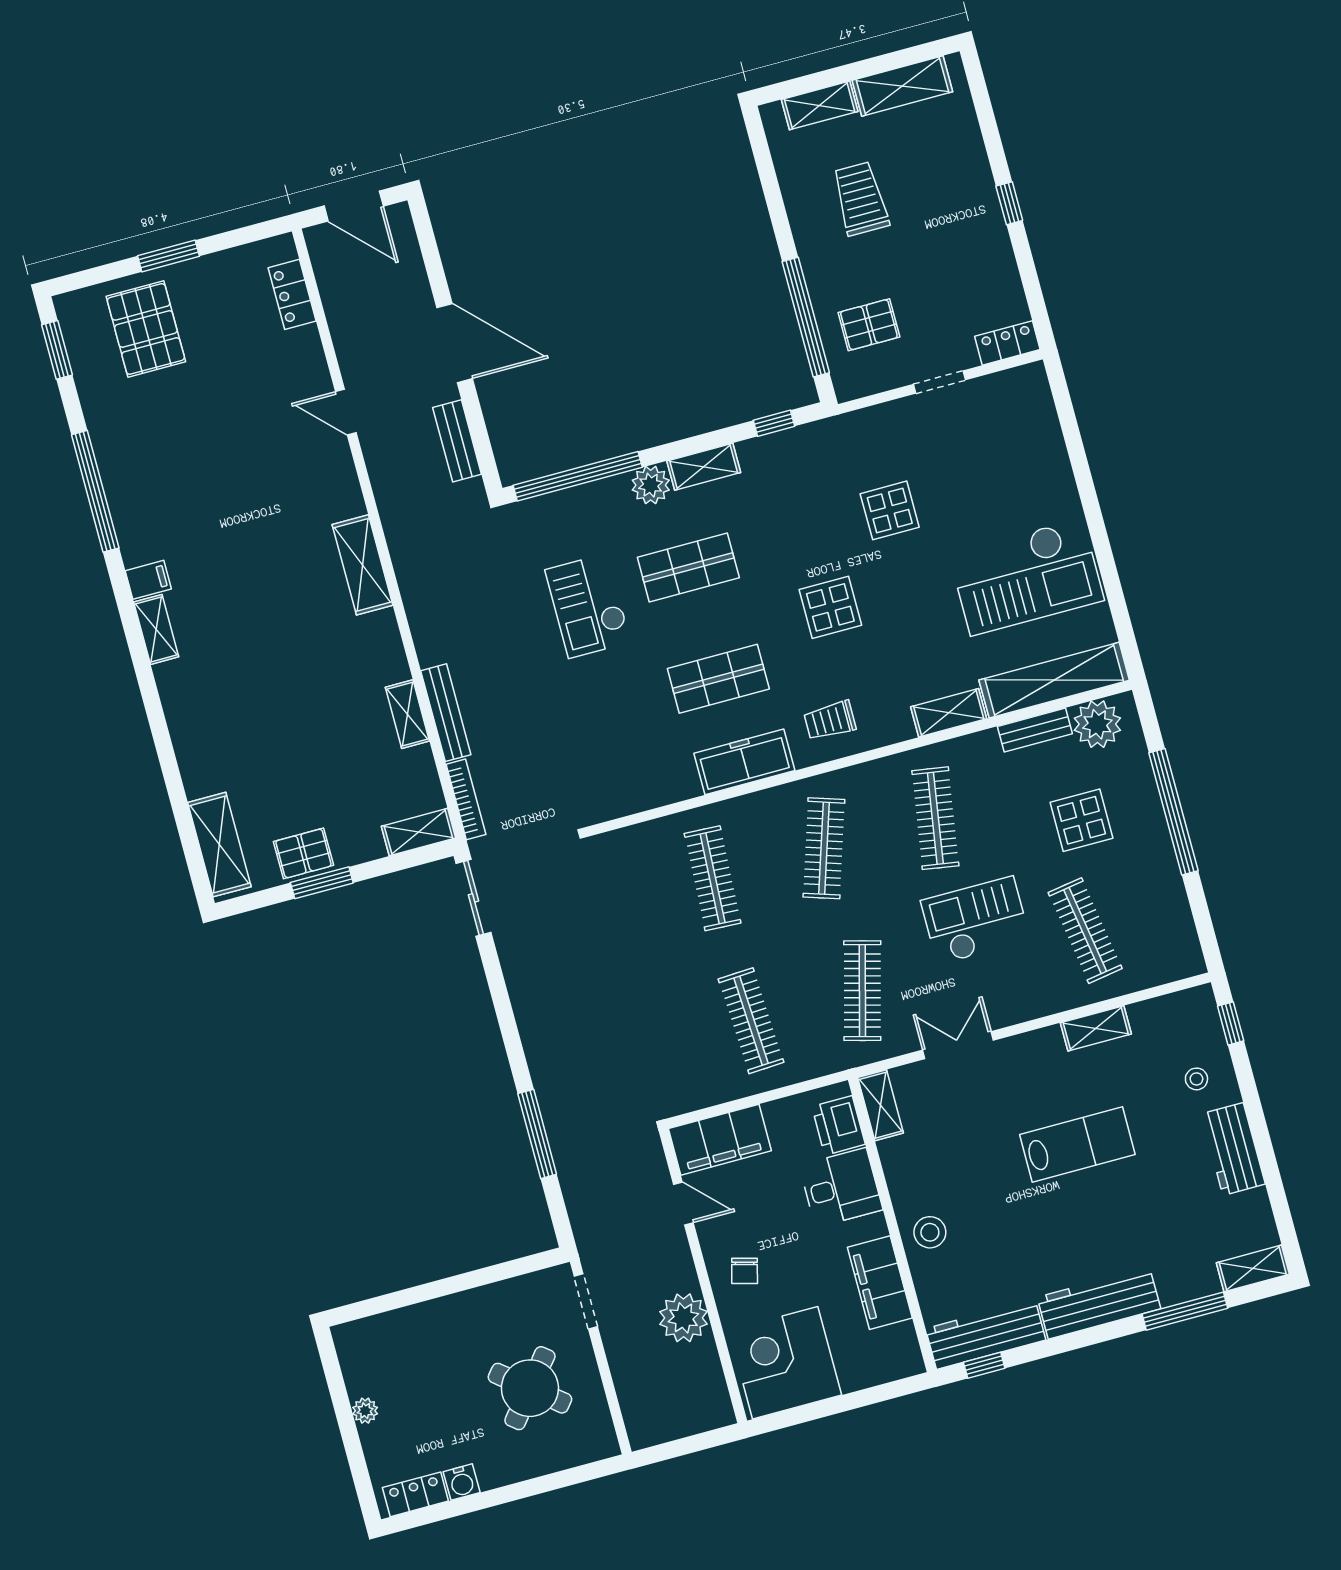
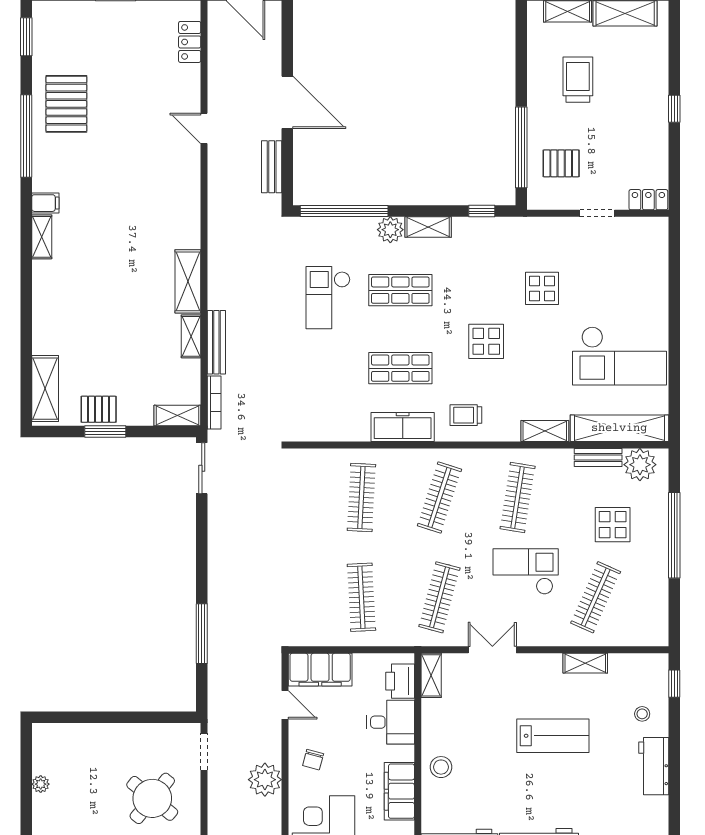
pallet: (146, 329) -> (66, 104), moved
shelving: (362, 565) -> (188, 281), moved
clothes rail: (1085, 931) -> (596, 597), turned 33

